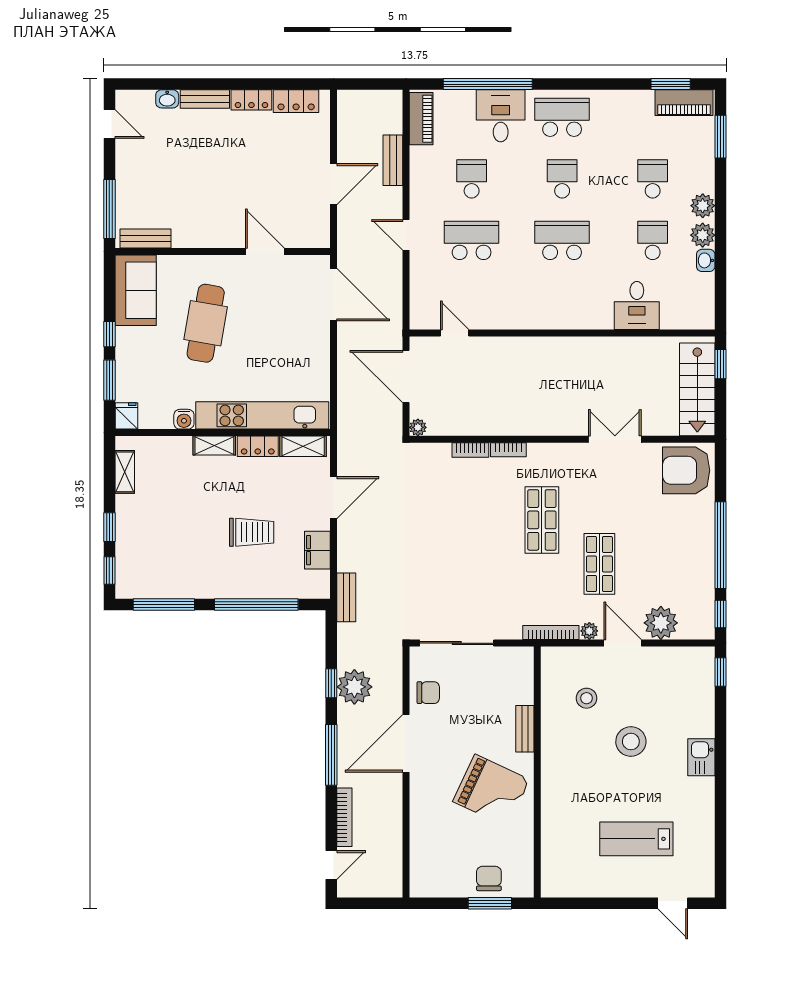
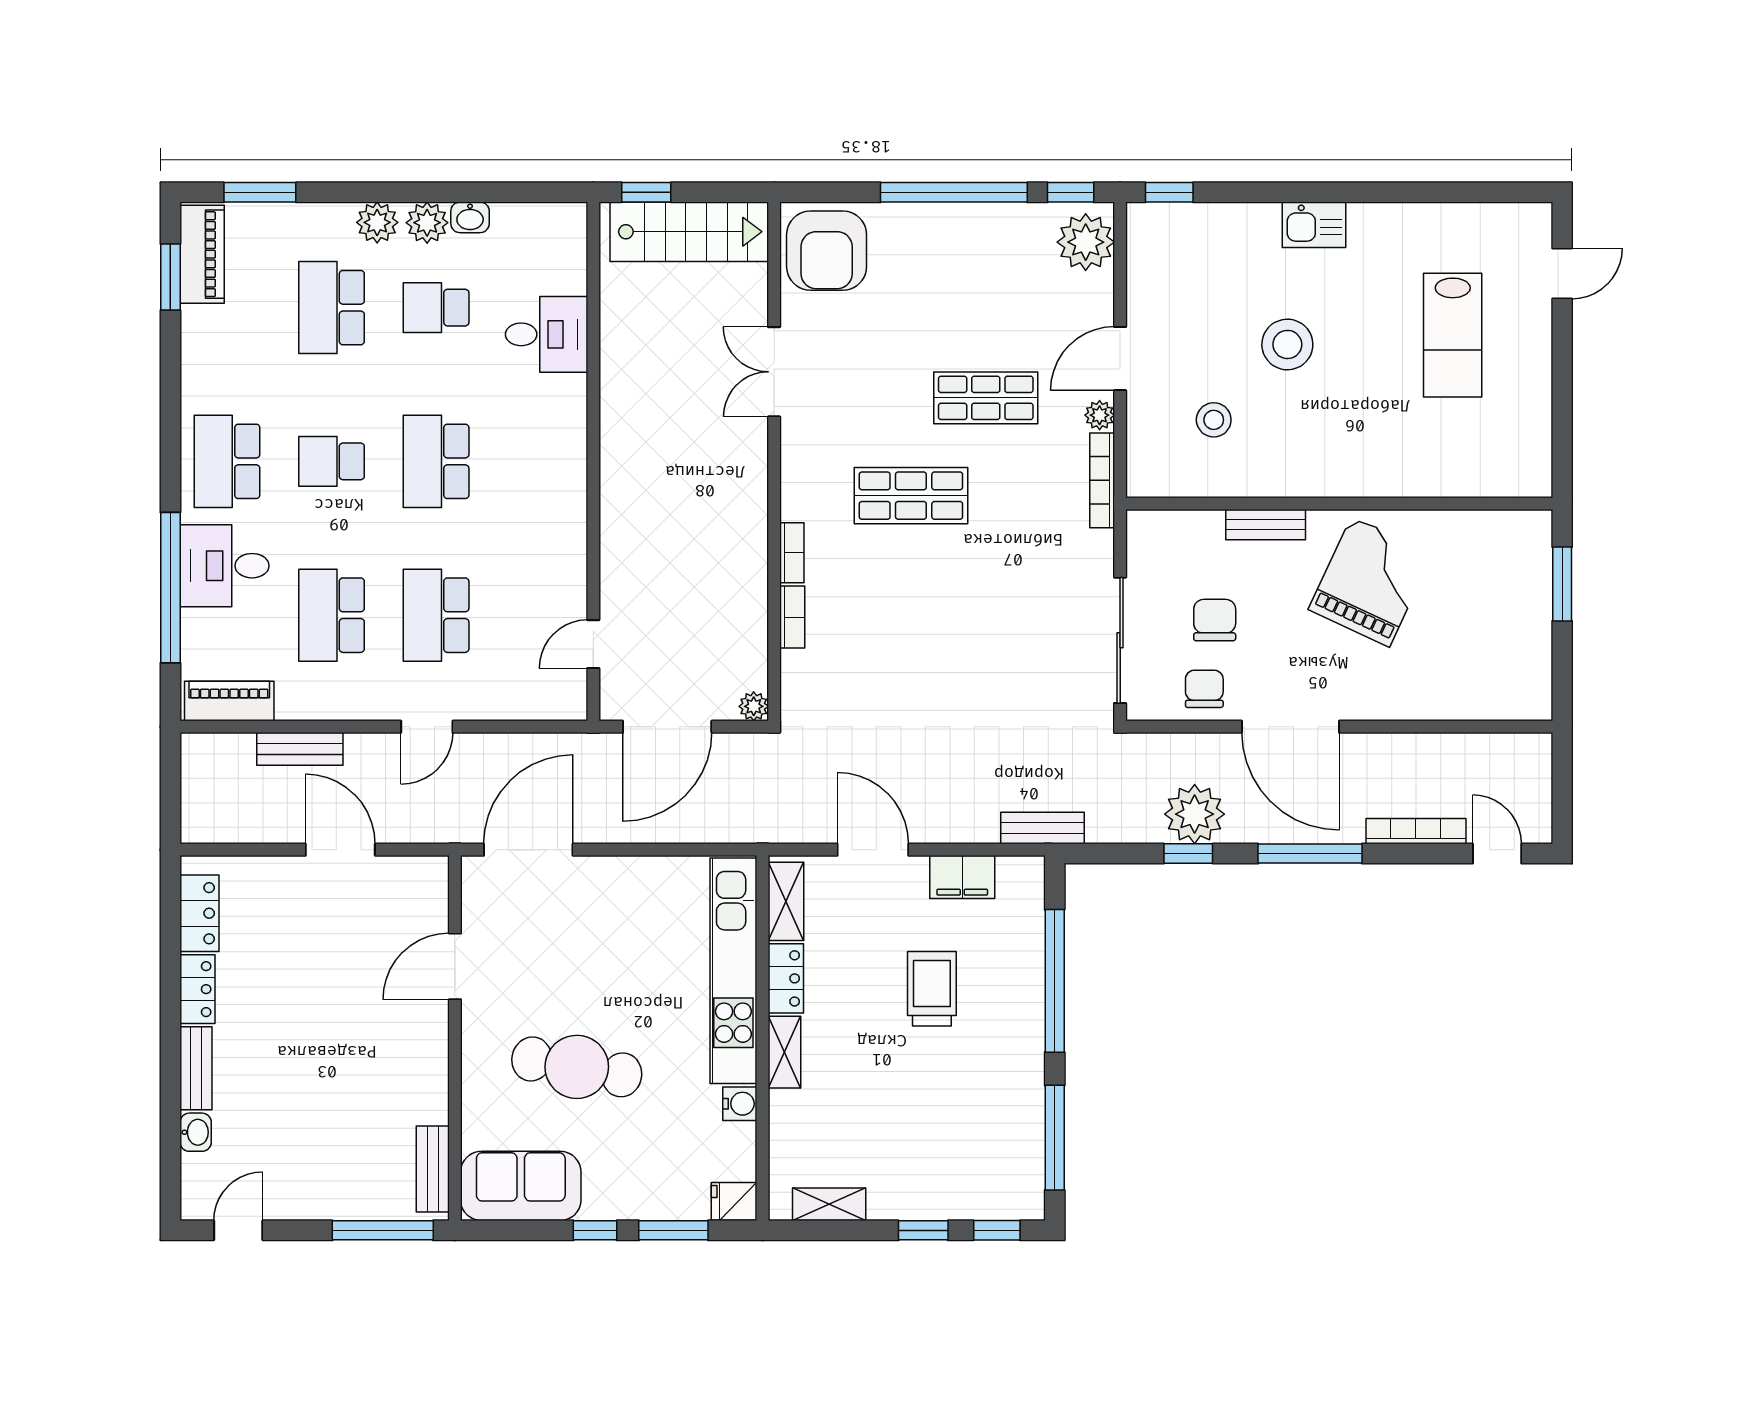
school desk: (472, 179) -> (332, 615), width x1.85
school desk: (653, 179) -> (332, 308), width x1.85
plant: (661, 623) -> (1086, 242), moved
chair: (489, 878) -> (1215, 620), moved, turned 90

